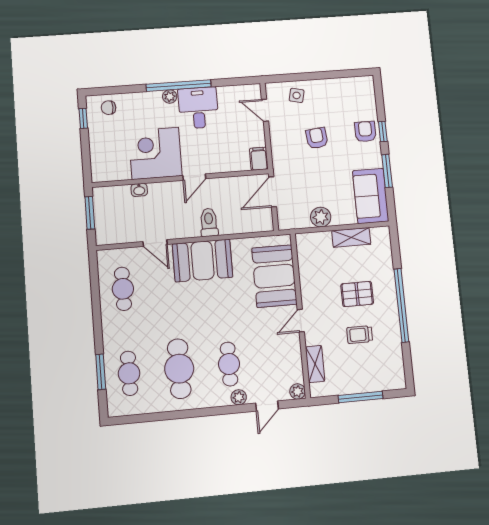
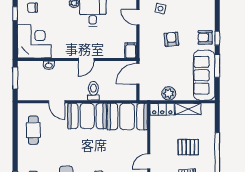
armchair: (365, 132) -> (205, 37), turned -90
corner desk: (155, 153) -> (34, 41), moved, turned 90
sofa: (371, 196) -> (204, 75), width x1.36
locker: (313, 241) -> (162, 109), added
booth: (274, 276) -> (127, 117), moved, turned 90

